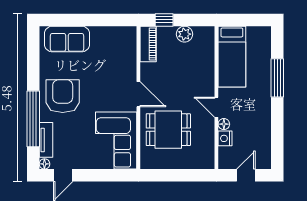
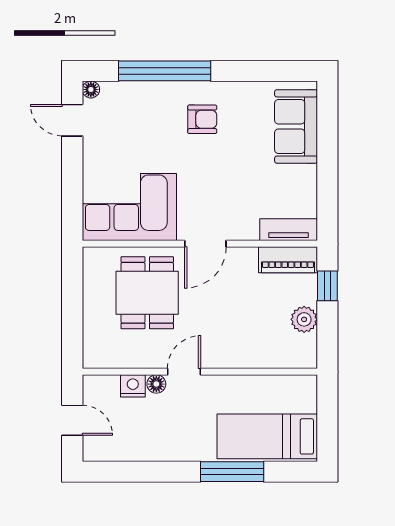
bed: (232, 57) -> (267, 436), moved
armchair: (63, 96) -> (202, 119), width x0.53, depth x0.53
tv unit: (46, 140) -> (289, 230), moved, turned 180

